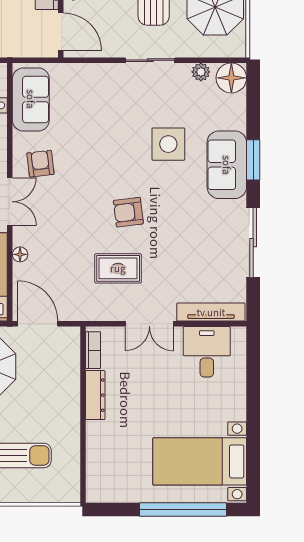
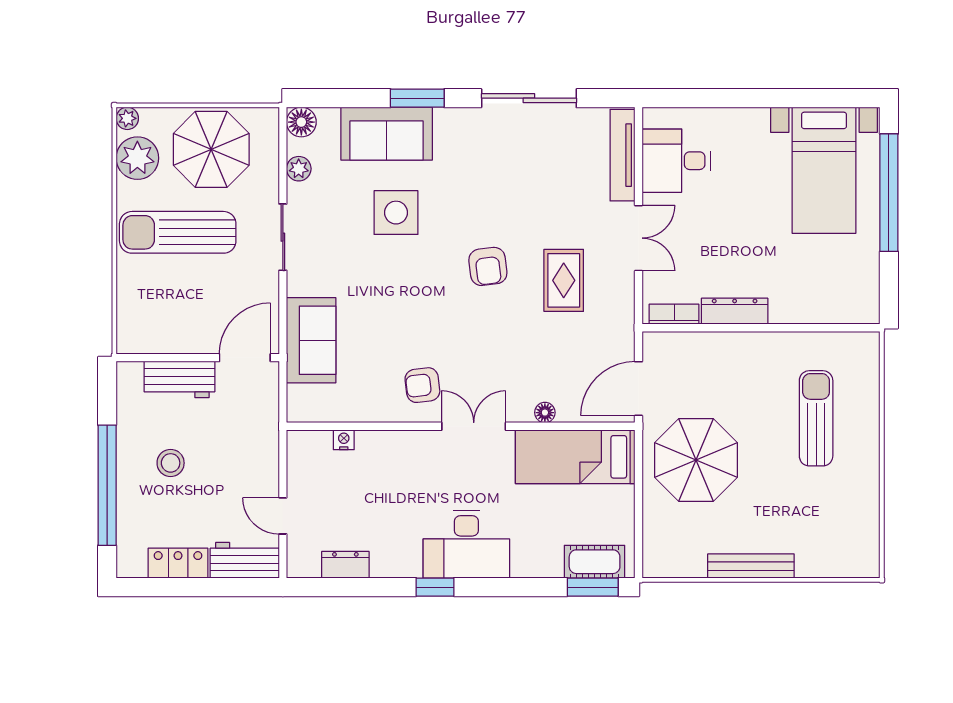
floor lamp: (231, 78) -> (301, 122), width x0.73, depth x0.73
sofa: (31, 99) -> (311, 340), moved, turned 90
sofa: (227, 165) -> (387, 134), moved

